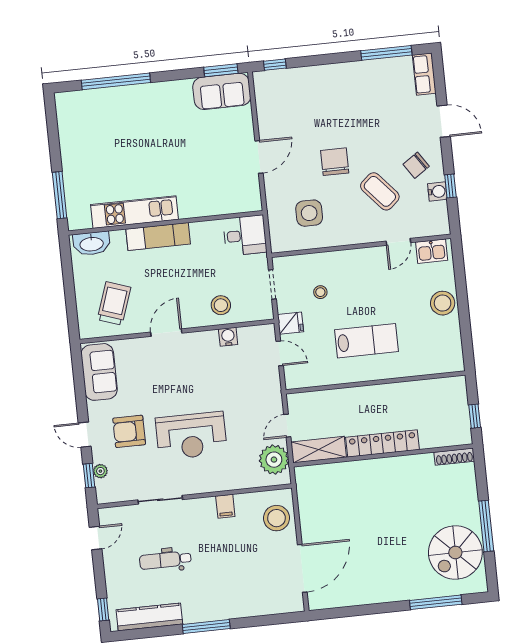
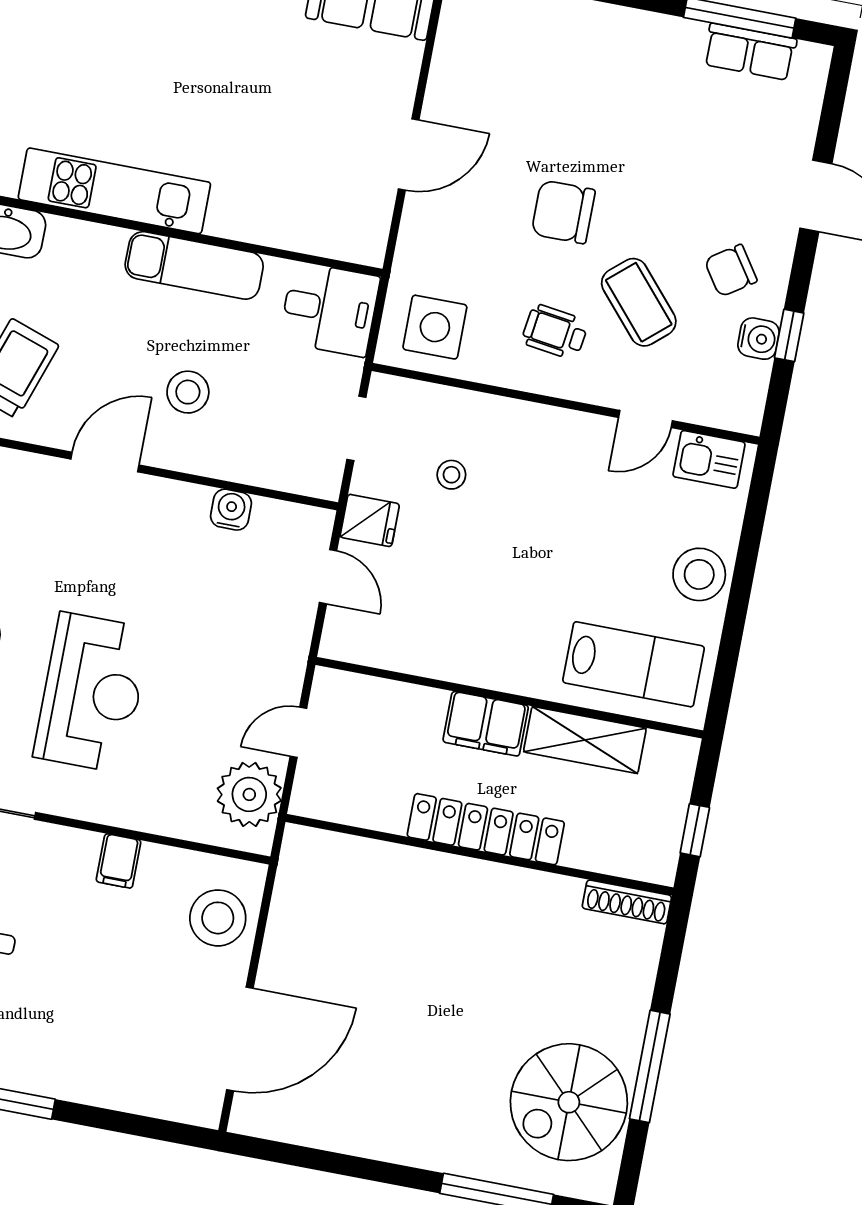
row of seats: (424, 74) -> (750, 52), moved, turned -90
chair: (335, 162) -> (563, 212), turned -90
side table: (309, 213) -> (435, 327), moved
wheelchair: (347, 216) -> (555, 332), added
exam couch: (158, 237) -> (194, 265), moved
stool: (221, 305) -> (188, 392), moved
lab bench: (366, 341) -> (634, 664), moved
filing cabinet: (369, 397) -> (486, 724), added
reception desk: (191, 436) -> (92, 693), turned -90
shelving: (319, 450) -> (585, 740), moved

